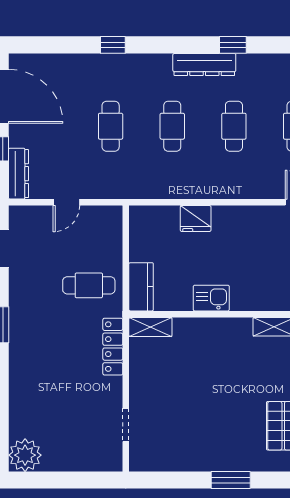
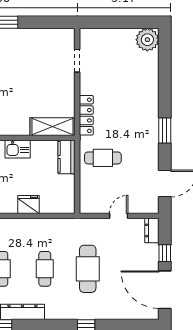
cafe table: (111, 126) -> (88, 269), width x1.37, depth x1.35
dresser: (19, 174) -> (152, 230), width x0.70
shelving: (150, 327) -> (53, 127), width x1.50, depth x1.33

